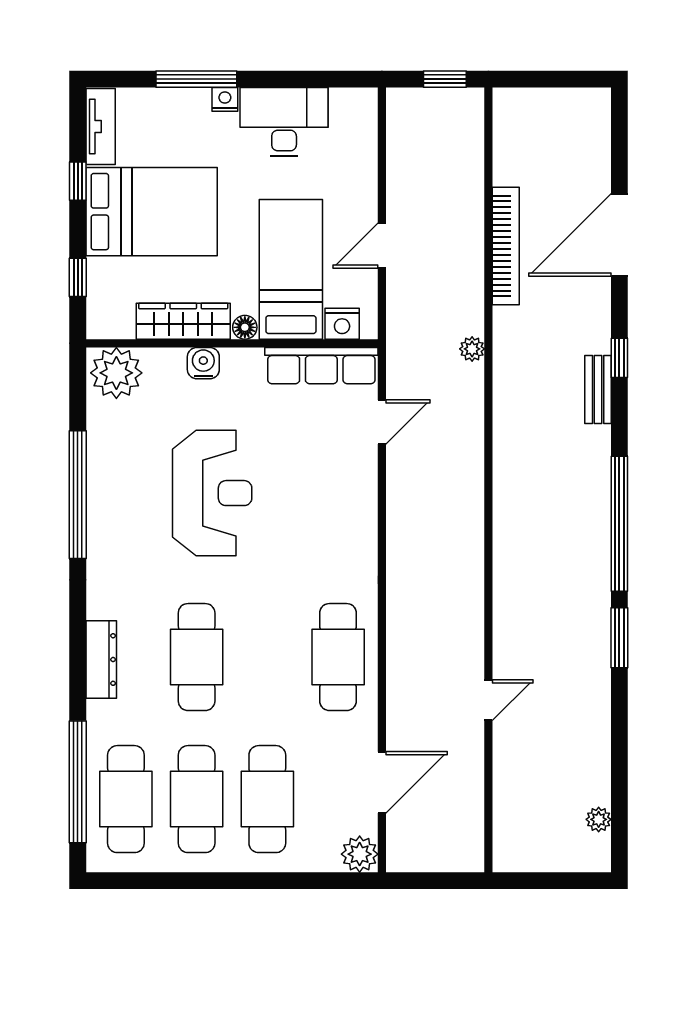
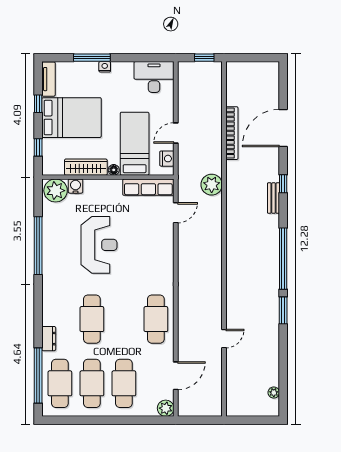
desk: (284, 122) -> (154, 77), moved
nightstand: (342, 324) -> (167, 159), moved, turned -90
plant: (472, 349) -> (212, 185), width x1.88, depth x1.88
water cooler: (203, 363) -> (76, 186), moved
dresser: (101, 660) -> (49, 339), moved, width x0.70

